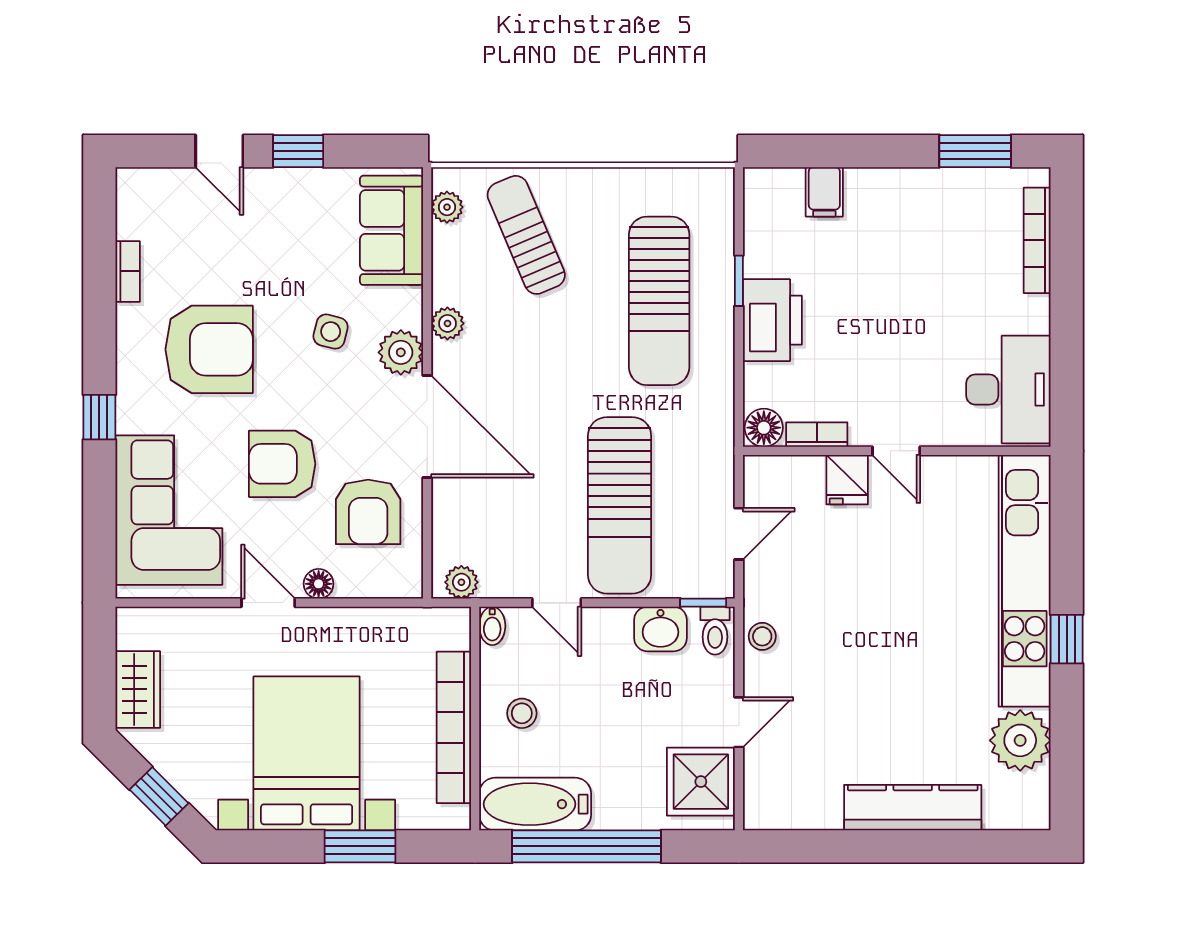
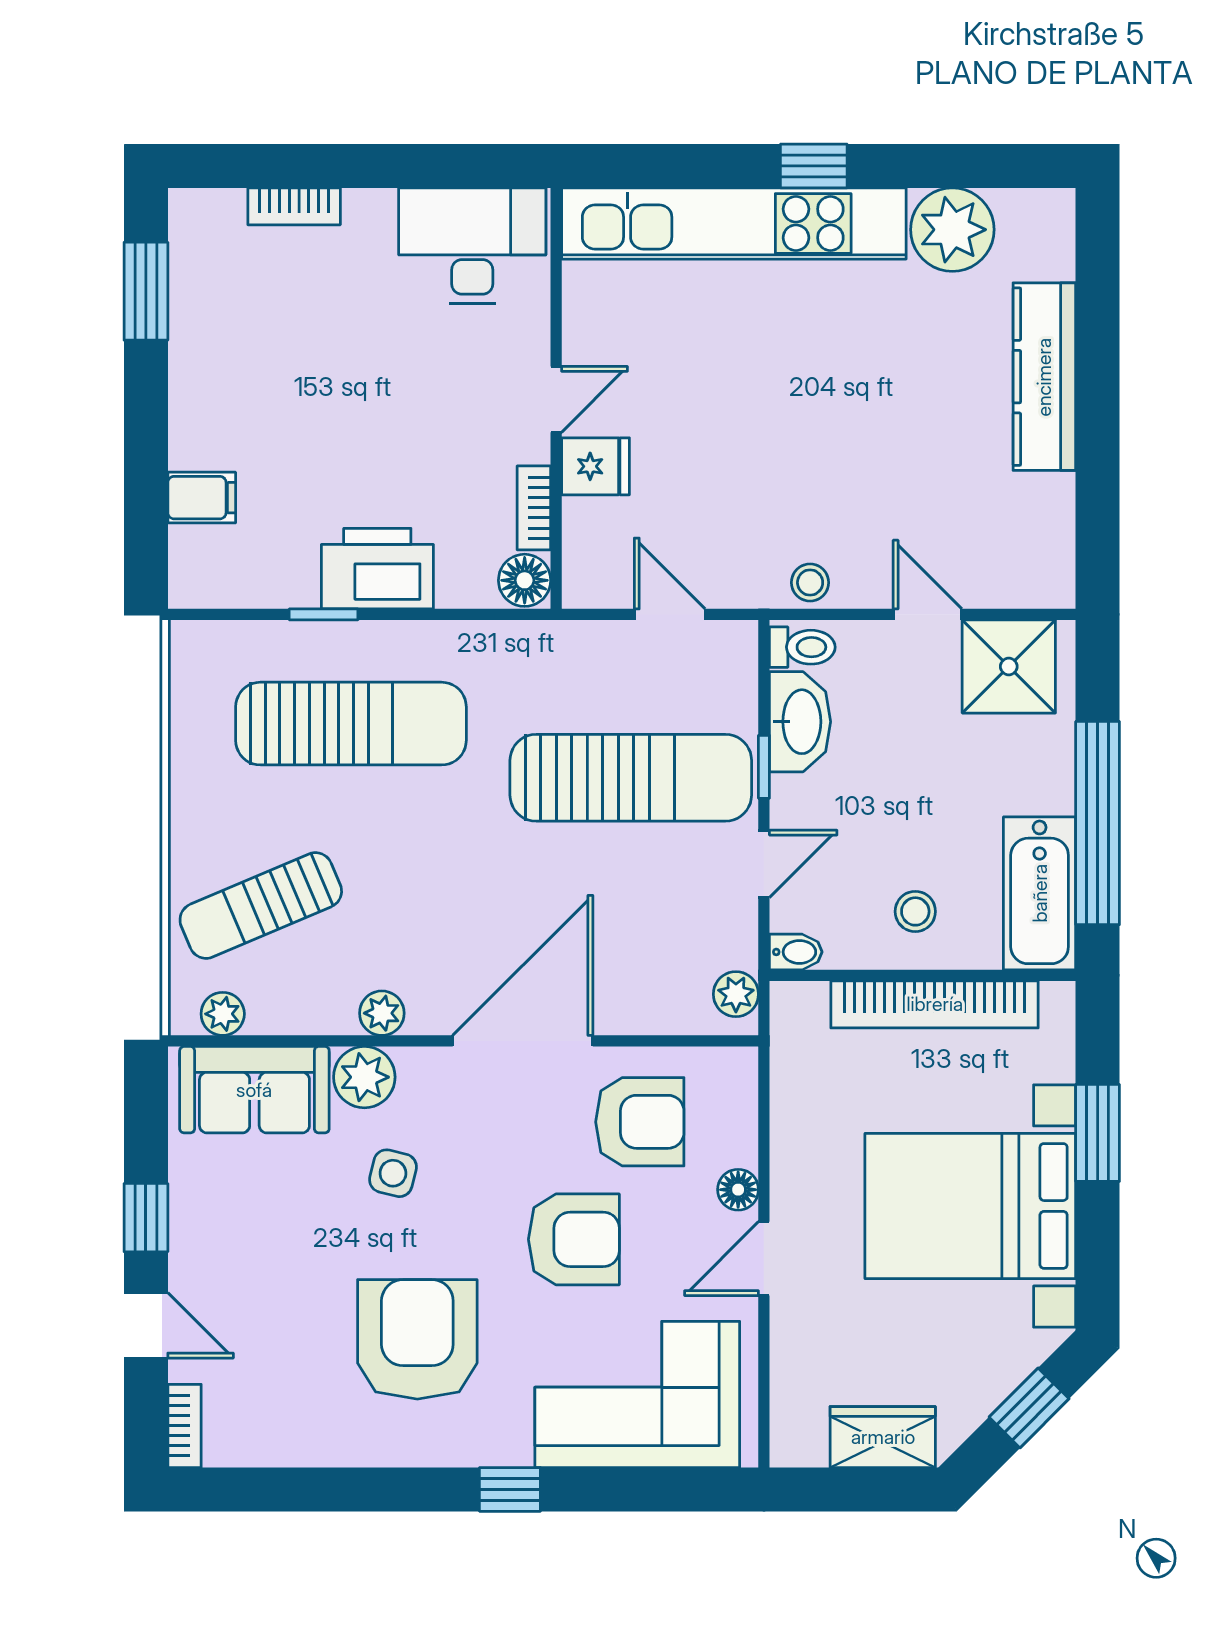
door: (219, 151) -> (146, 1325), hinge flipped
bookcase: (1037, 240) -> (294, 206), width x0.64
bookcase: (128, 271) -> (184, 1426), moved, turned 90
plant: (401, 352) -> (364, 1077), moved
armchair: (282, 464) -> (574, 1239), turned -90
window: (703, 603) -> (764, 767), moved
washbasin: (660, 629) -> (800, 722), width x1.38

